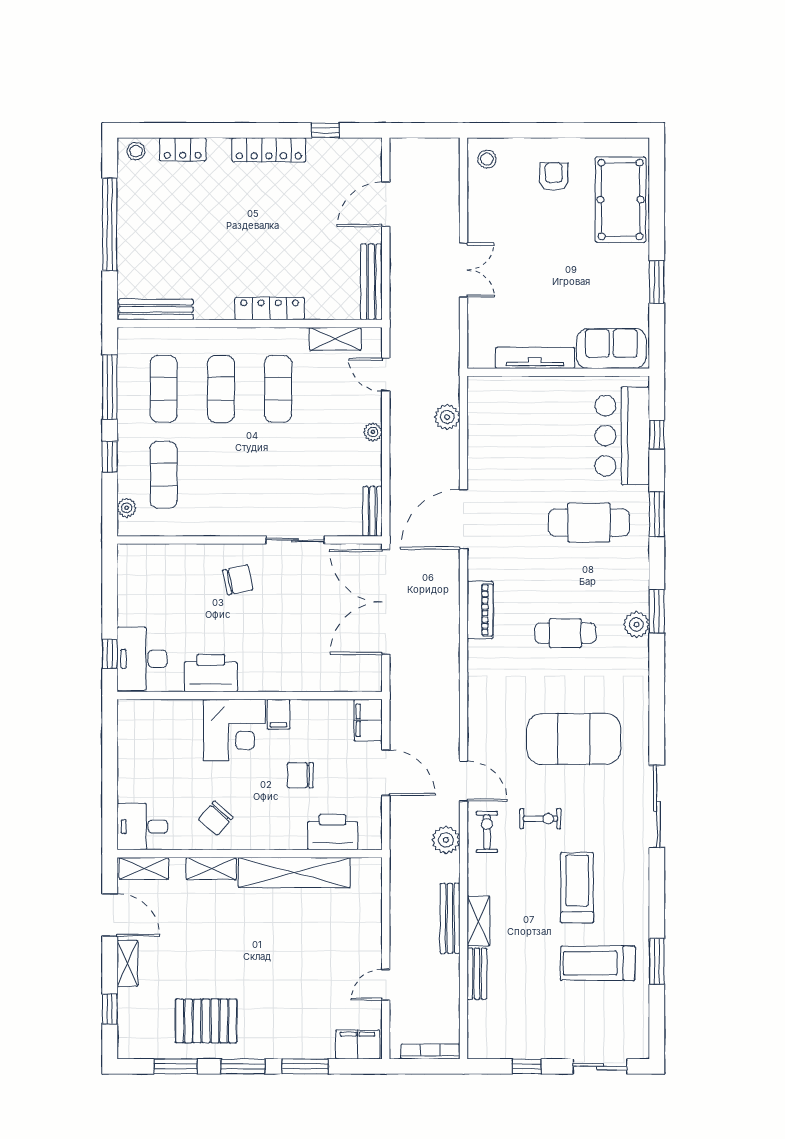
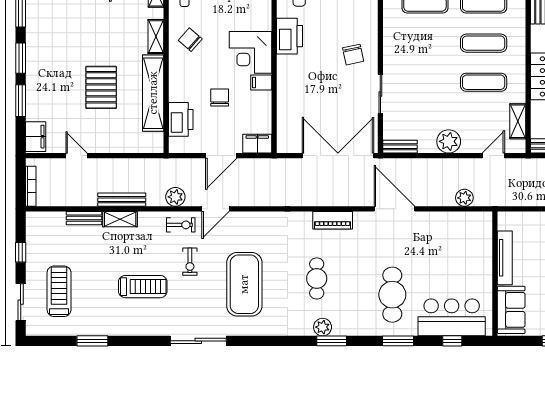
plant: (373, 432) -> (449, 141), width x1.88, depth x1.88
treadmill: (598, 963) -> (59, 291), moved
pallet: (206, 1021) -> (101, 87), moved

